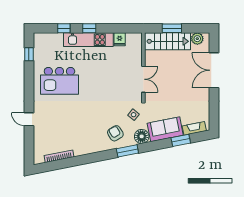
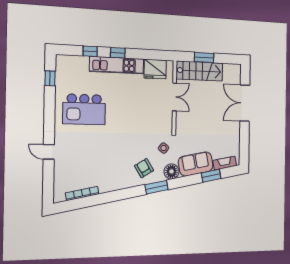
fridge: (120, 39) -> (155, 69), width x1.88, depth x1.34
plant: (197, 39) -> (229, 70), removed
double door: (143, 79) -> (174, 97), moved

